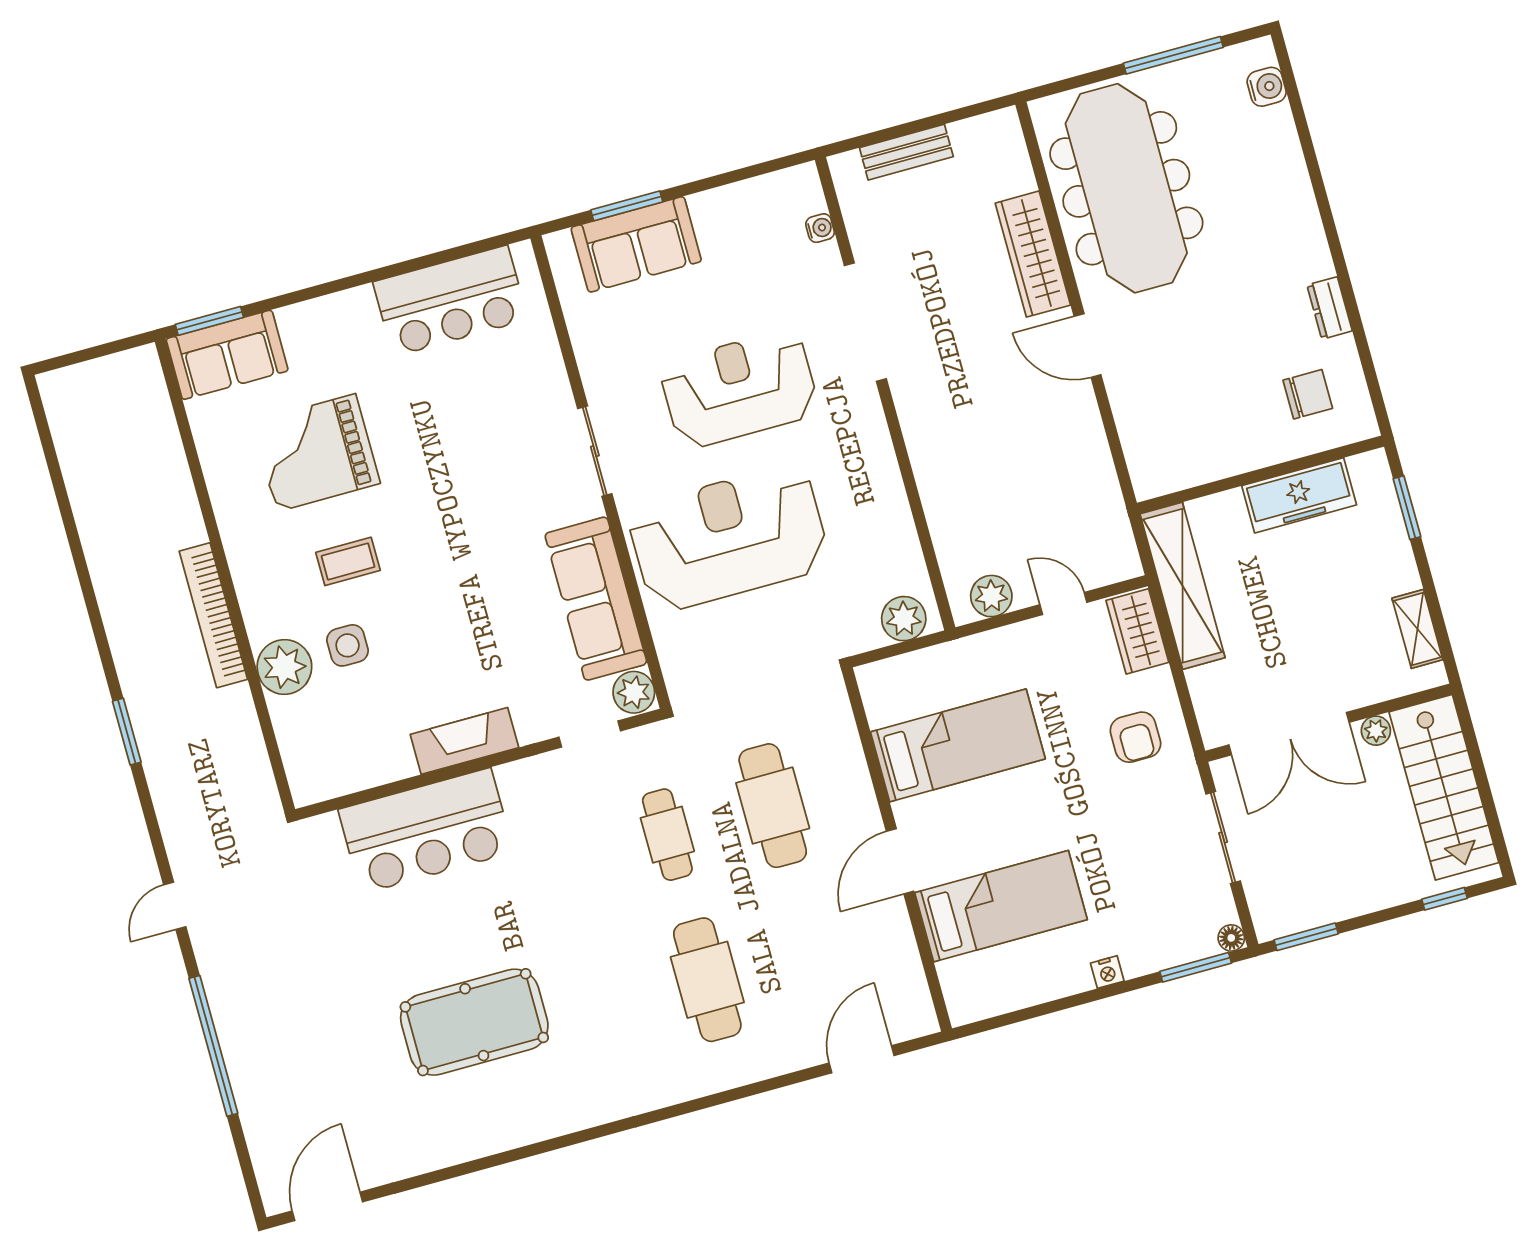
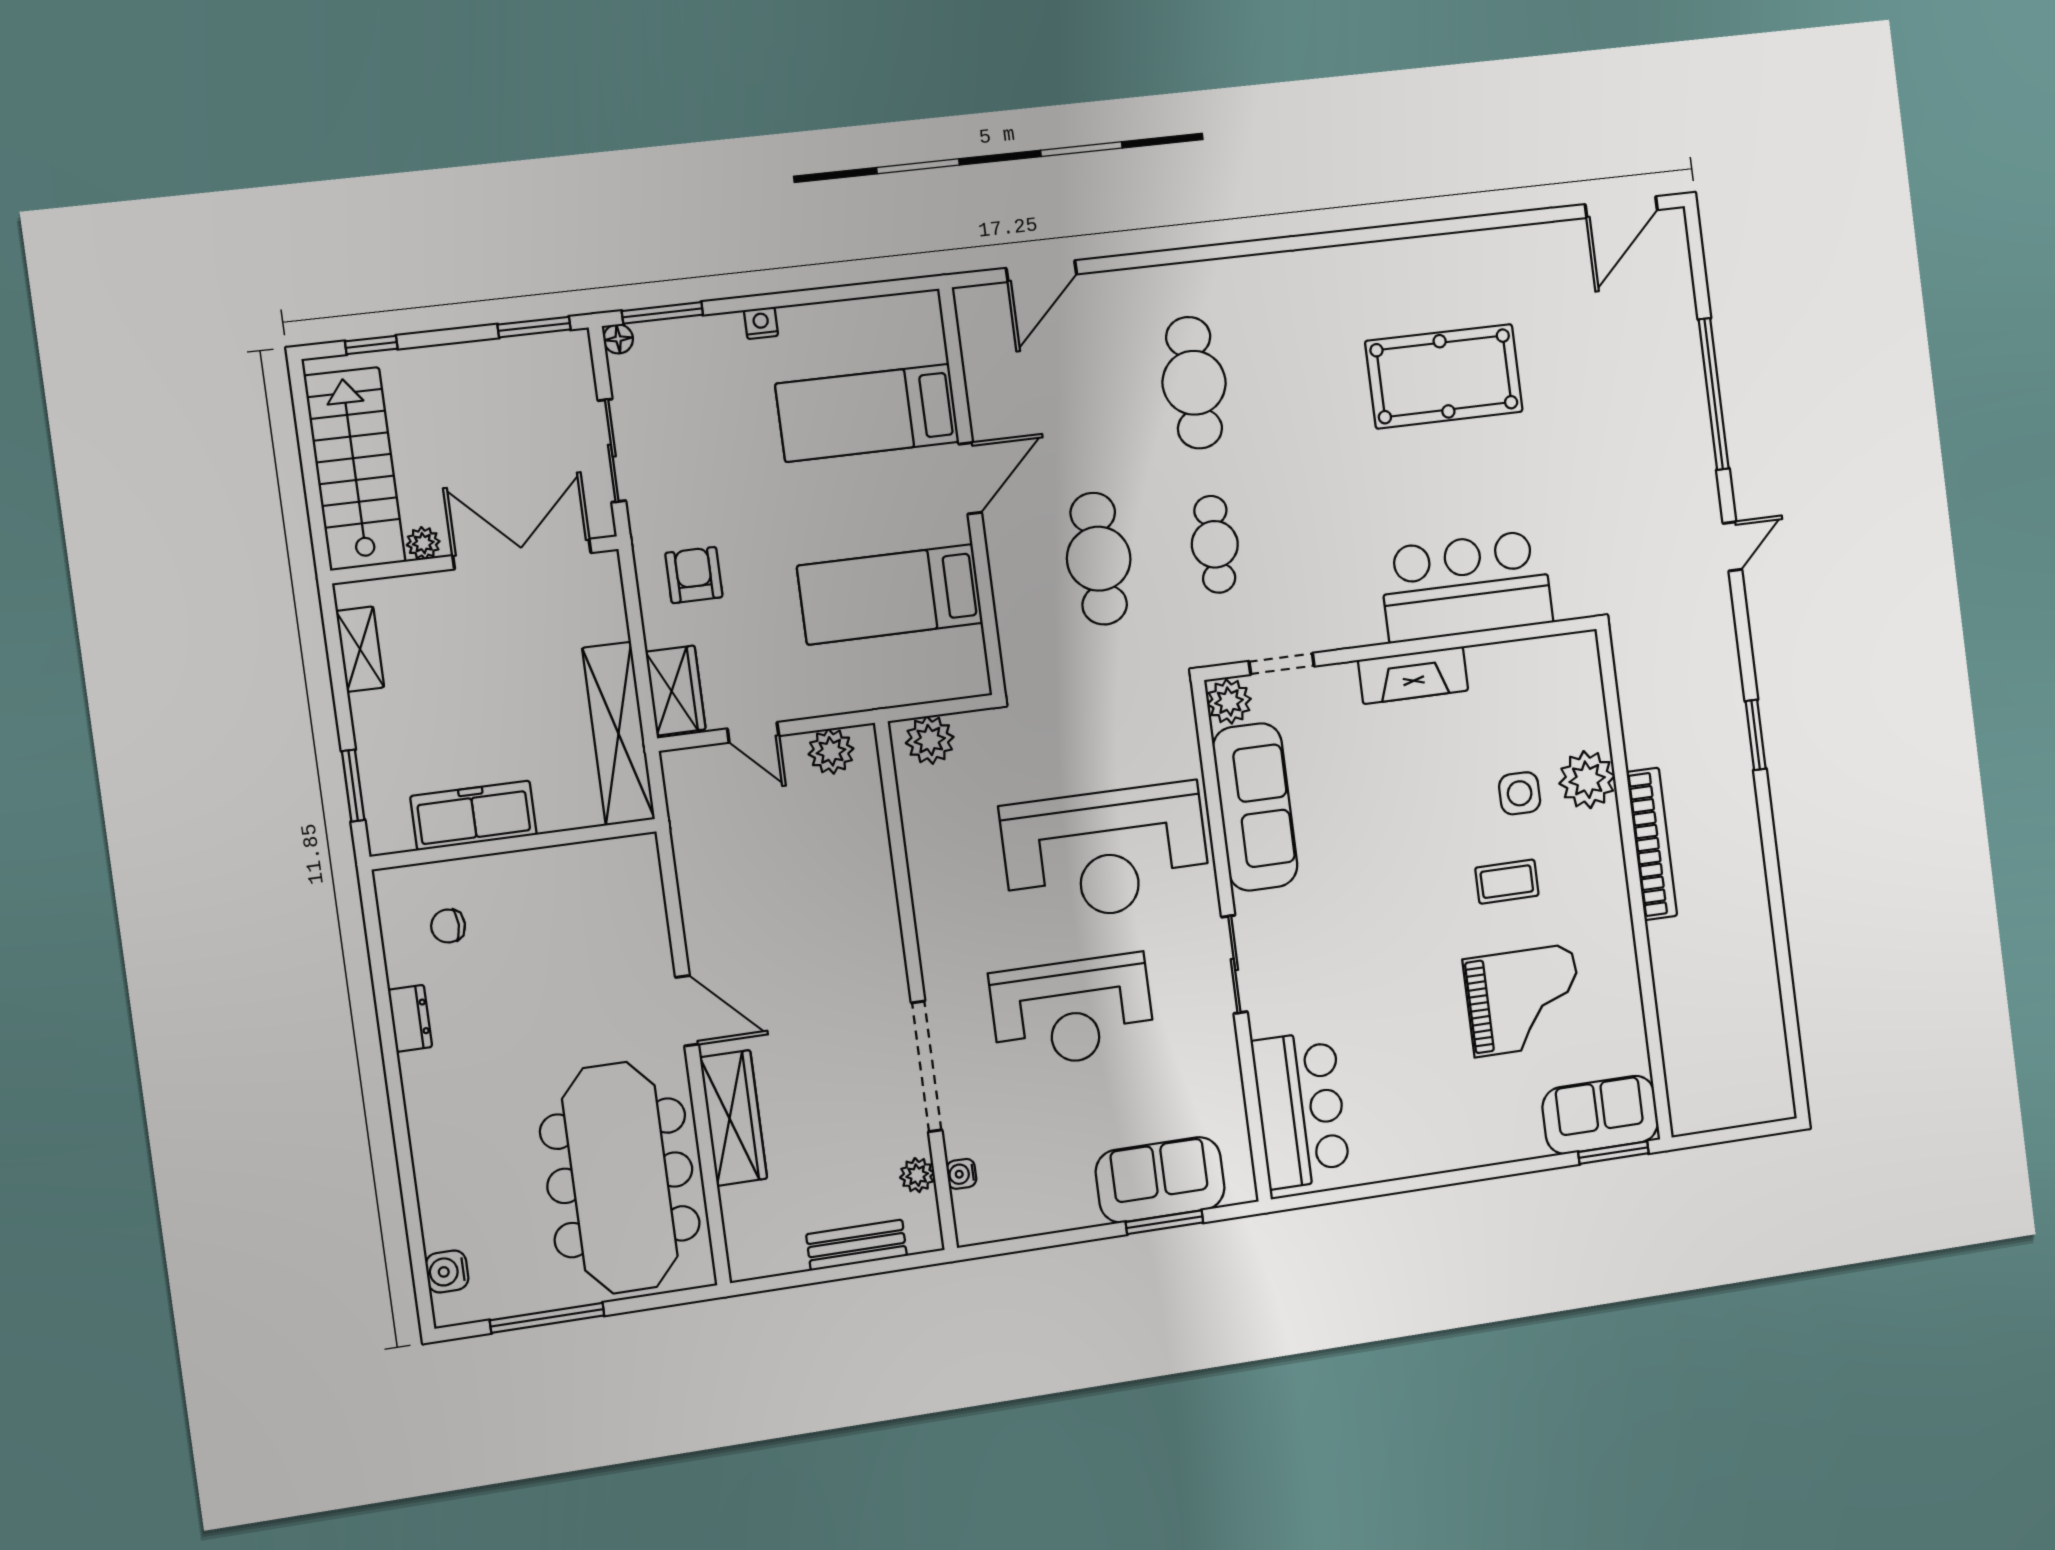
plant: (860, 222) -> (917, 1175), added
bar counter: (450, 301) -> (1301, 1110), moved, turned 90
chair: (1308, 394) -> (448, 926), width x0.73, depth x0.73

